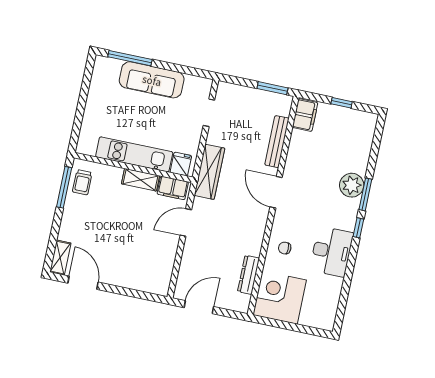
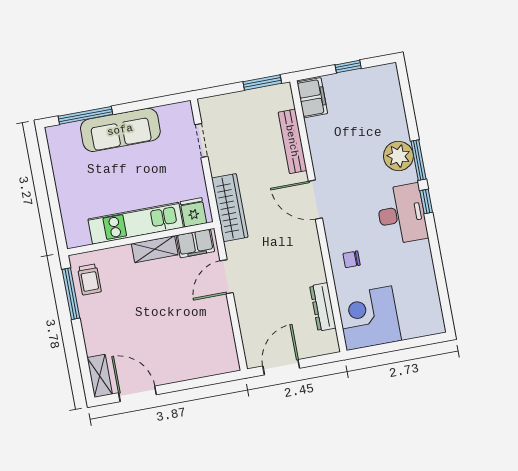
desk: (331, 251) -> (402, 214), moved

